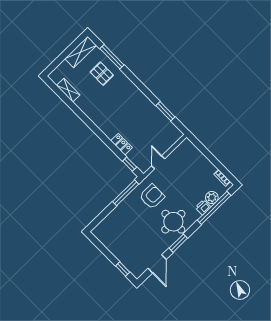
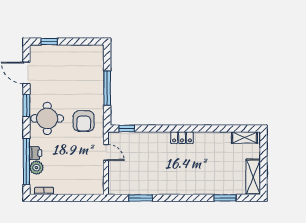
window: (112, 57) -> (225, 198), width x0.69
pallet: (102, 74) -> (220, 177), removed
shelving: (68, 90) -> (244, 138), moved
locker: (122, 144) -> (182, 138), moved
window: (126, 193) -> (107, 88), moved

